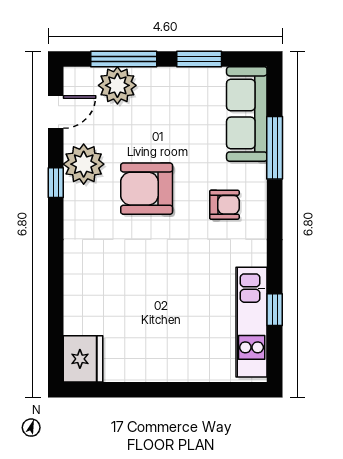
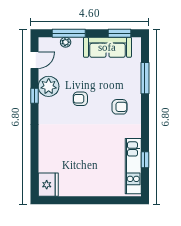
window: (199, 59) -> (120, 33), moved
plant: (117, 85) -> (66, 42), width x0.53, depth x0.53
sofa: (247, 114) -> (107, 47), moved, turned -90
armchair: (147, 189) -> (80, 99), width x0.53, depth x0.53

